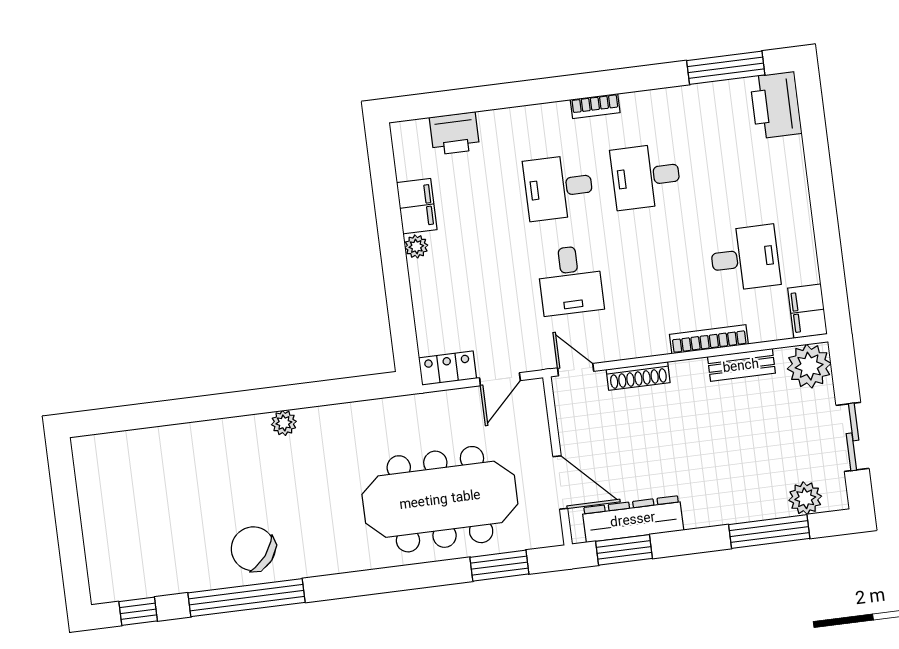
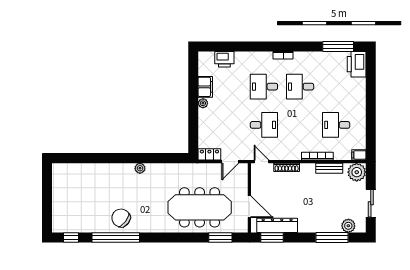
desk: (745, 258) -> (336, 125), turned 180
desk: (570, 280) -> (264, 125), turned -90
filing cabinet: (807, 311) -> (359, 155), width x0.50

